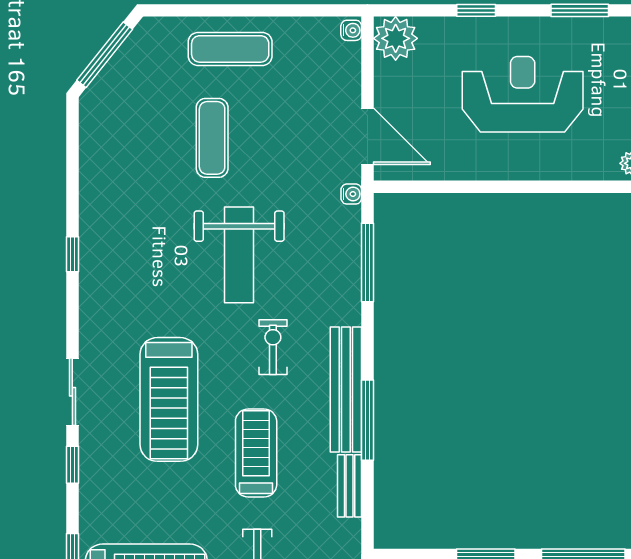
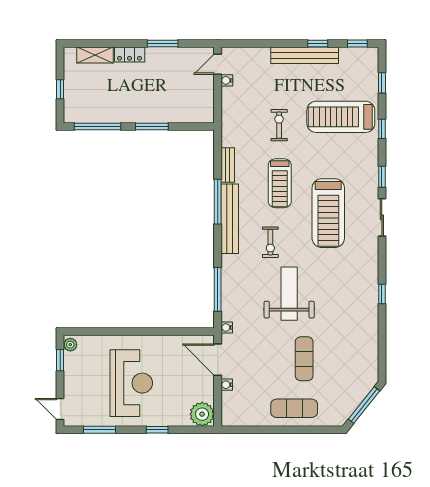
water cooler: (351, 30) -> (227, 385), moved
reception desk: (523, 94) -> (131, 383), turned -90
treadmill: (169, 399) -> (328, 213), turned 180

